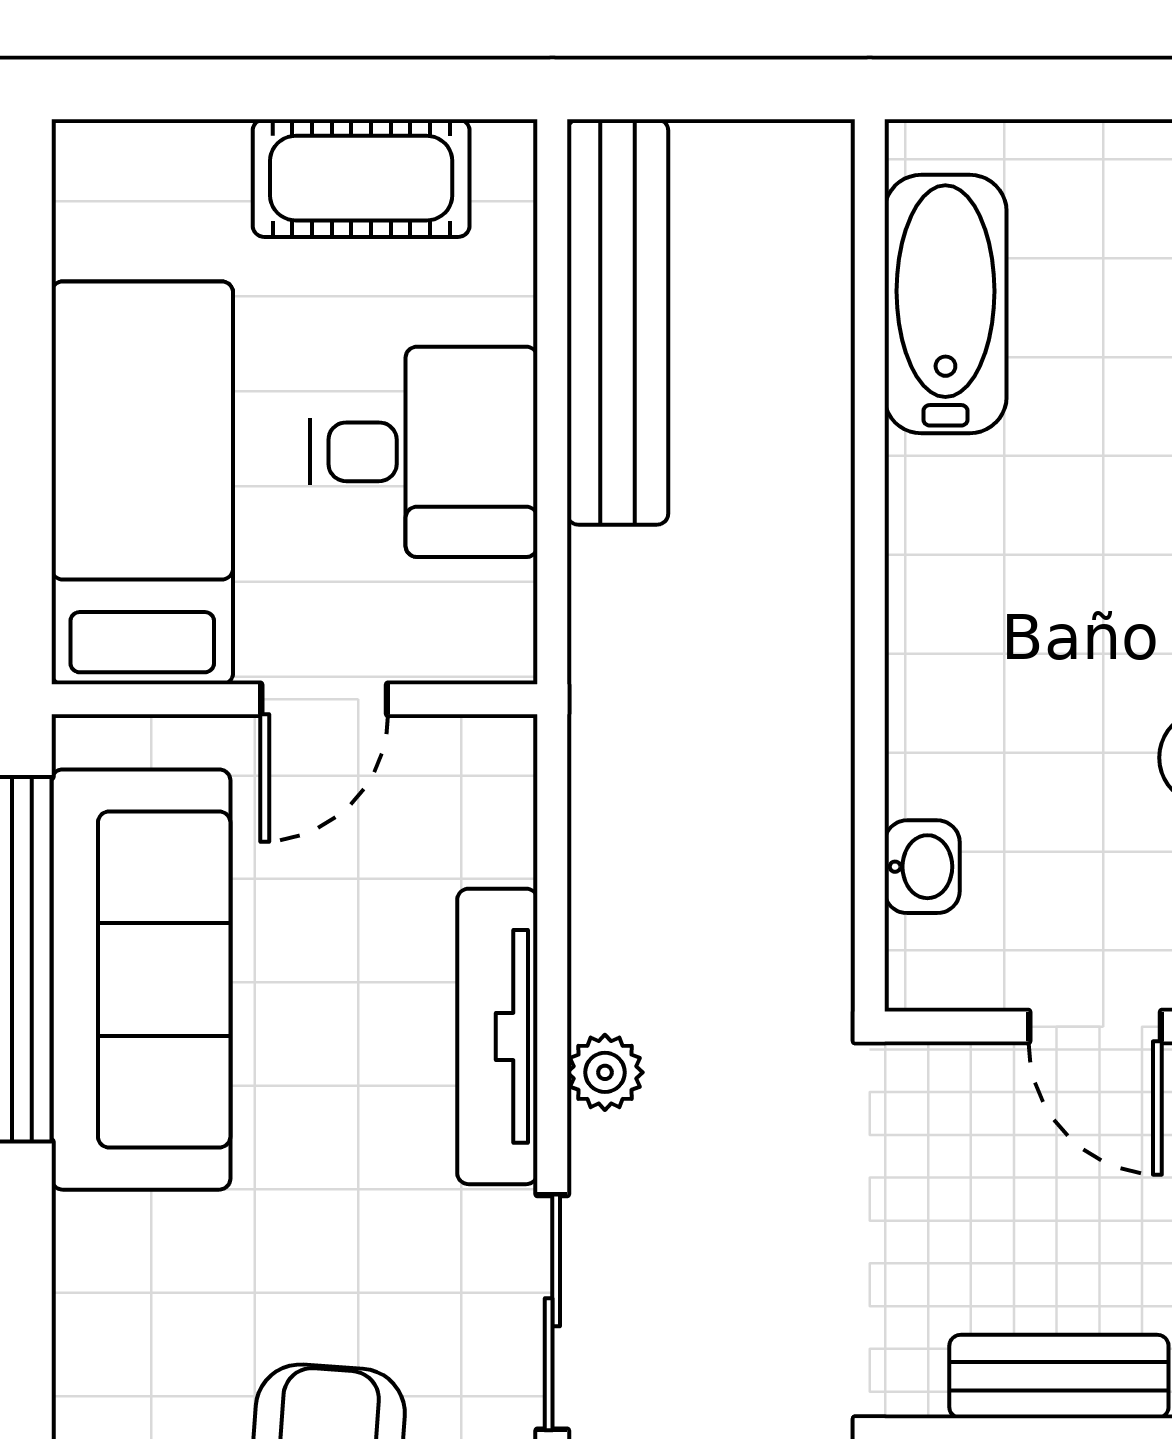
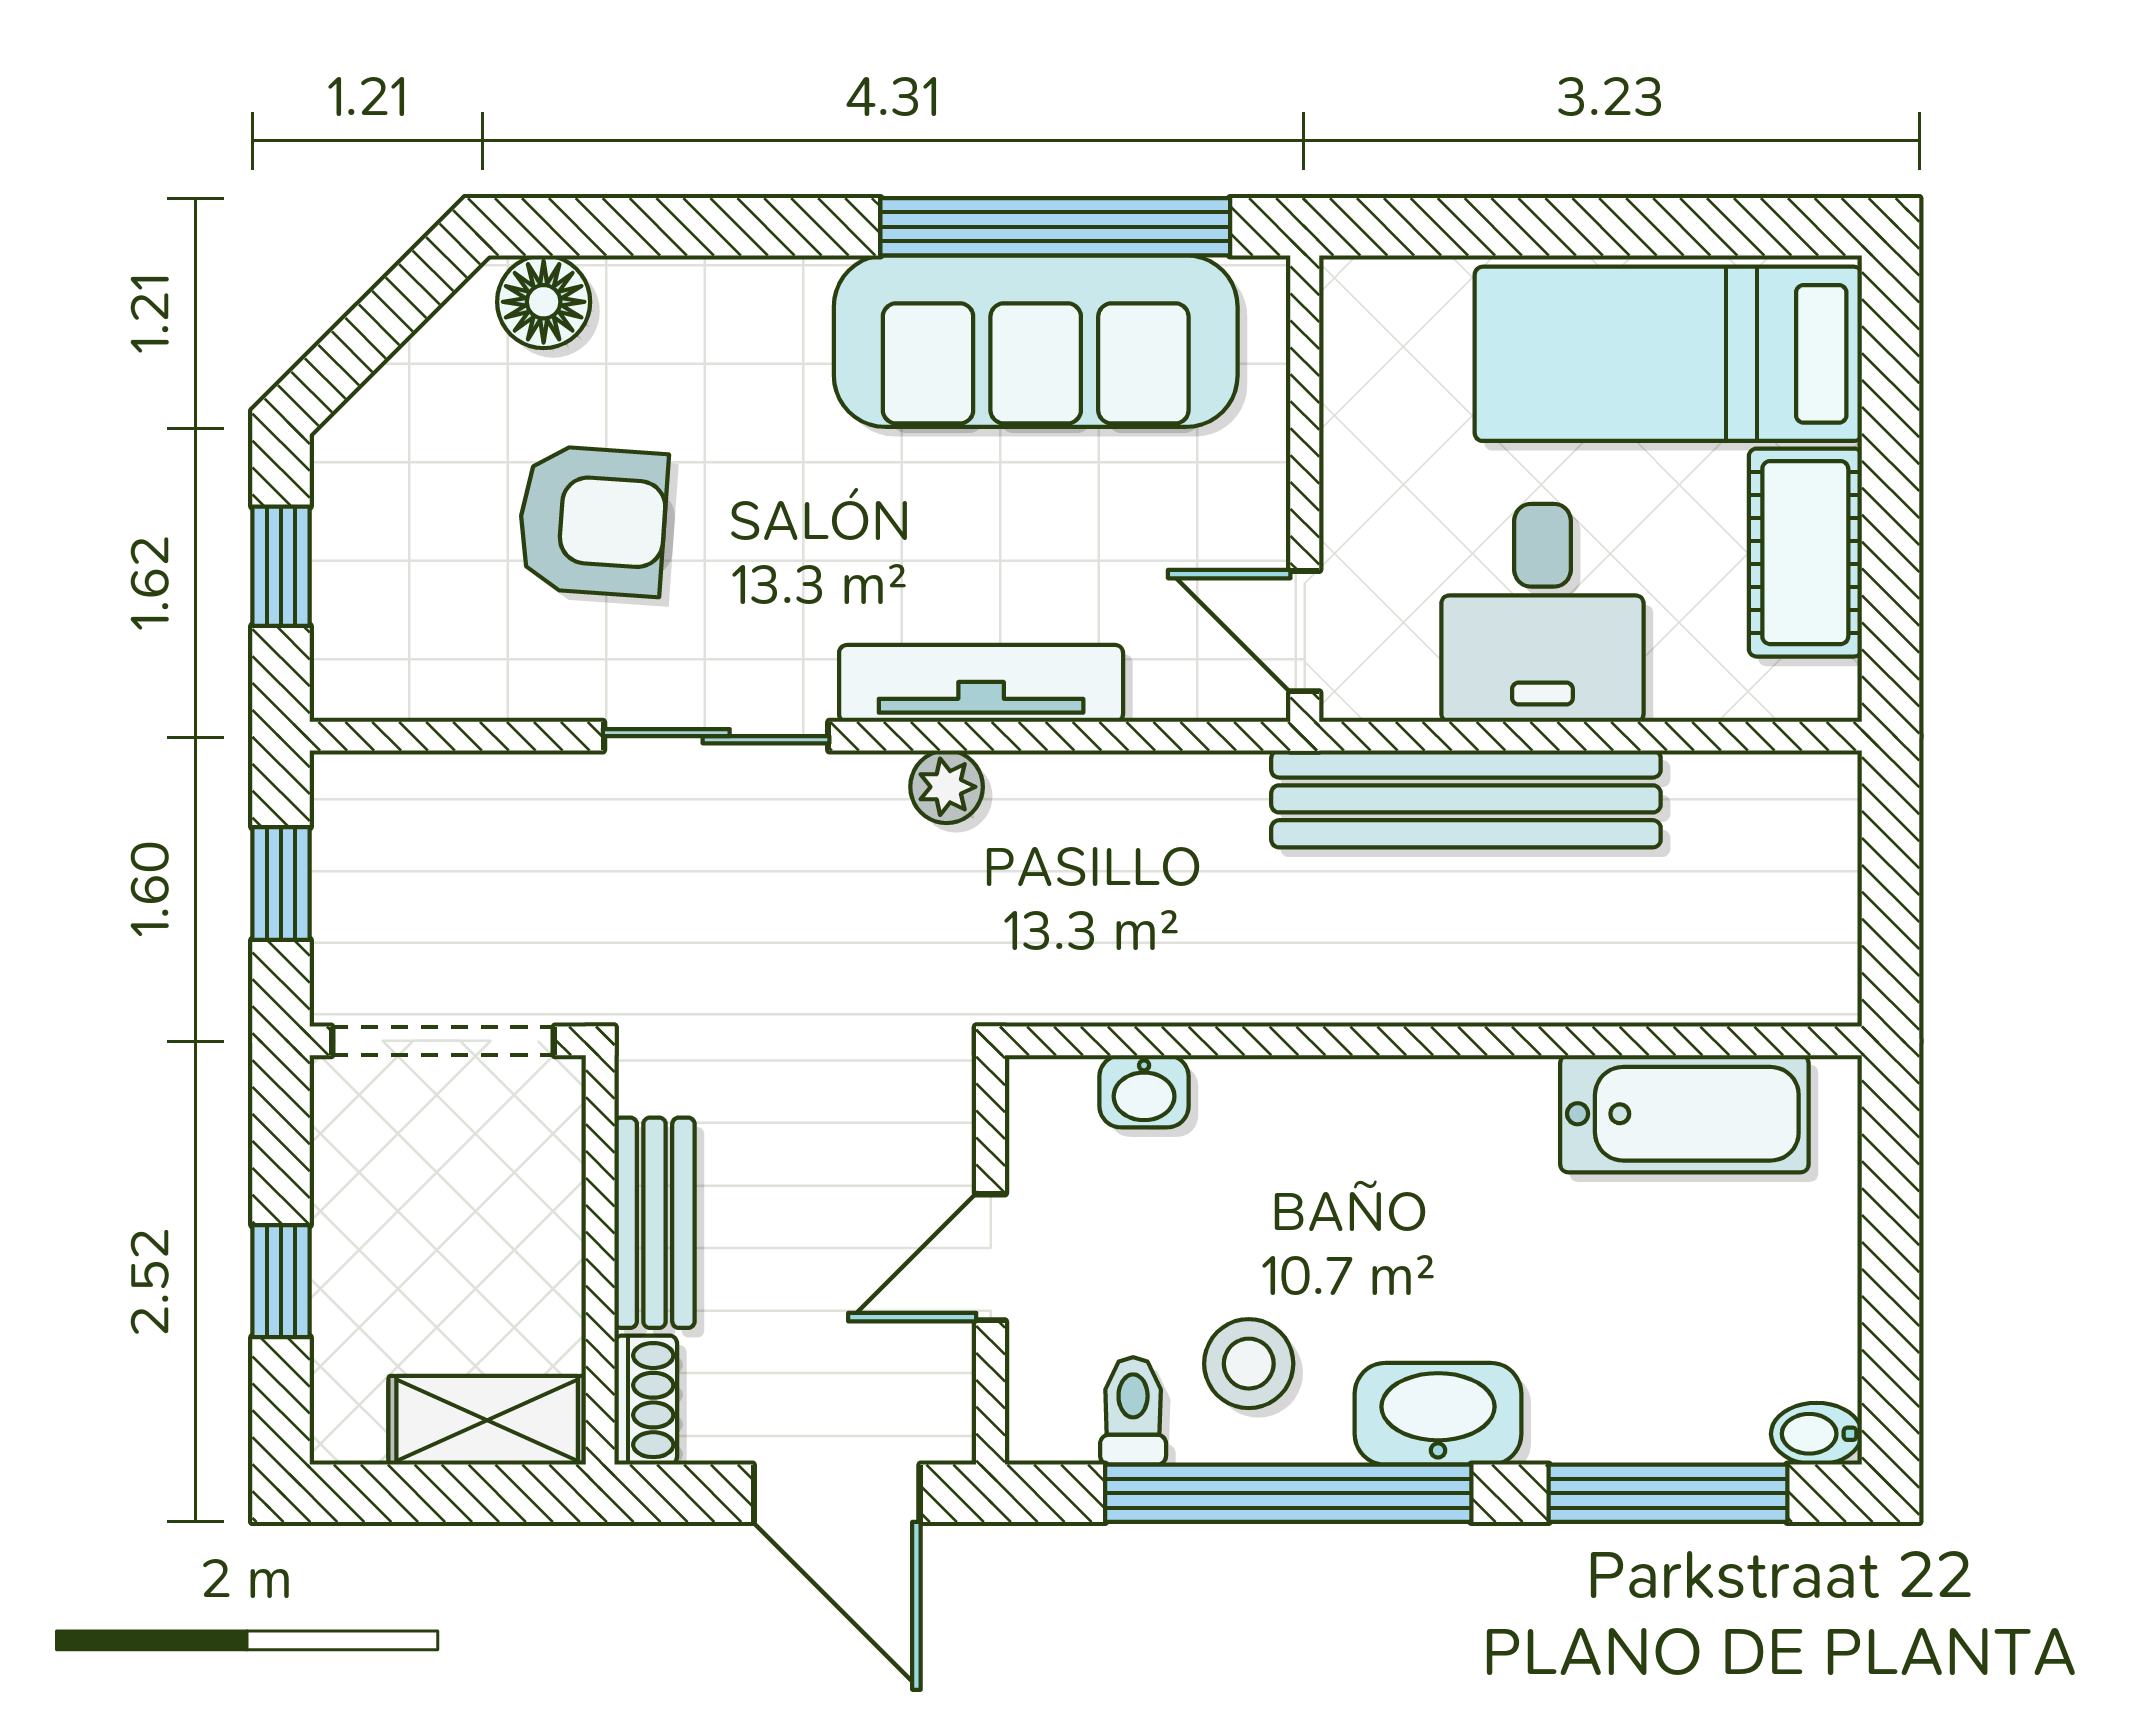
bench: (618, 322) -> (1466, 799), moved
bed: (142, 483) -> (1668, 354), moved, turned 180
door: (324, 699) -> (1305, 631), moved

